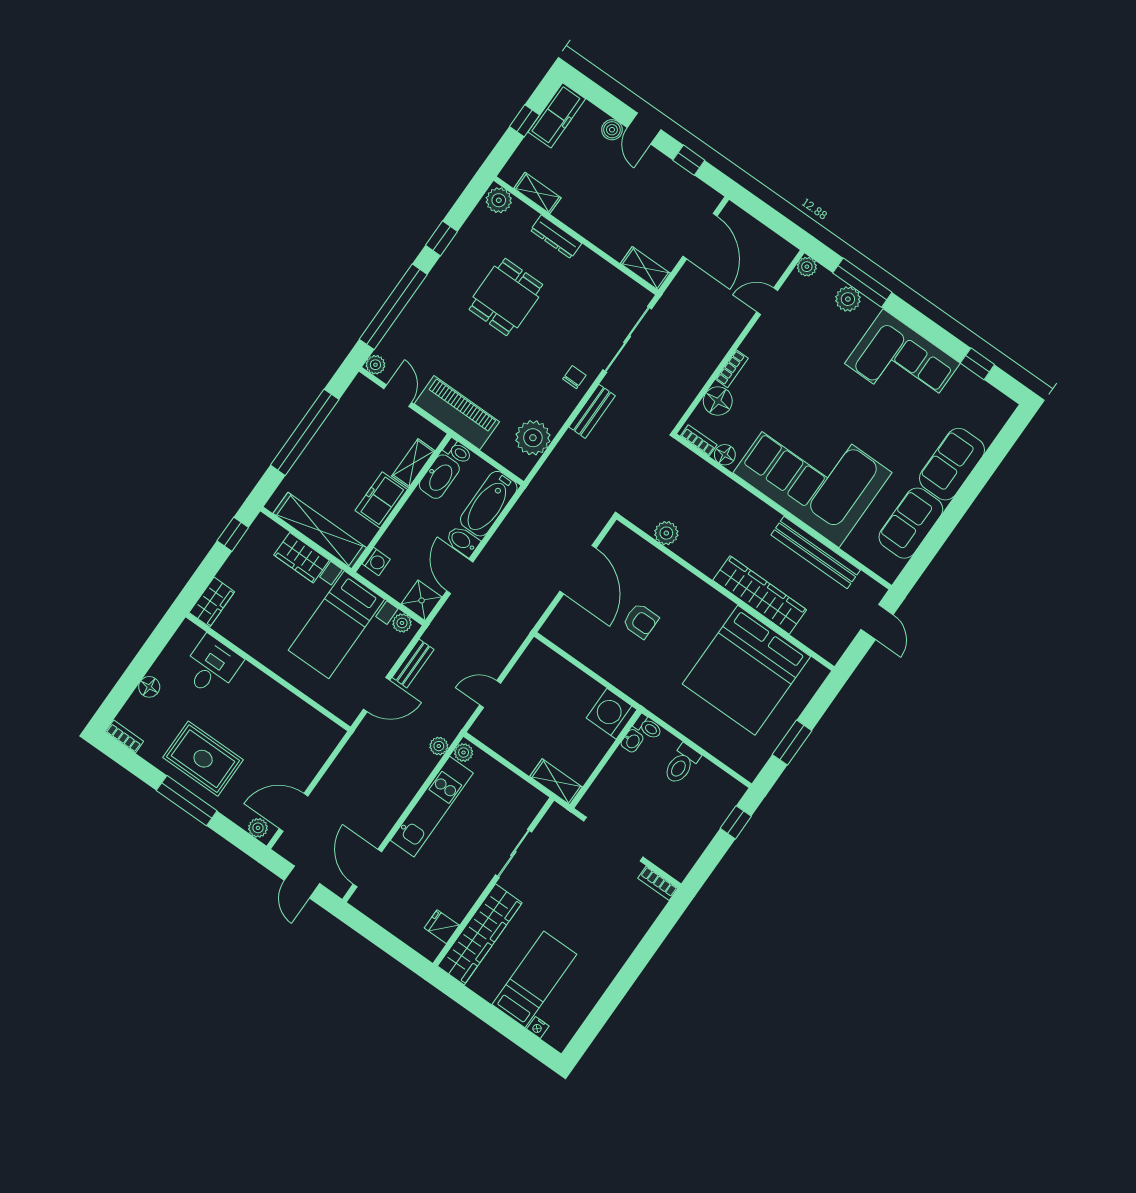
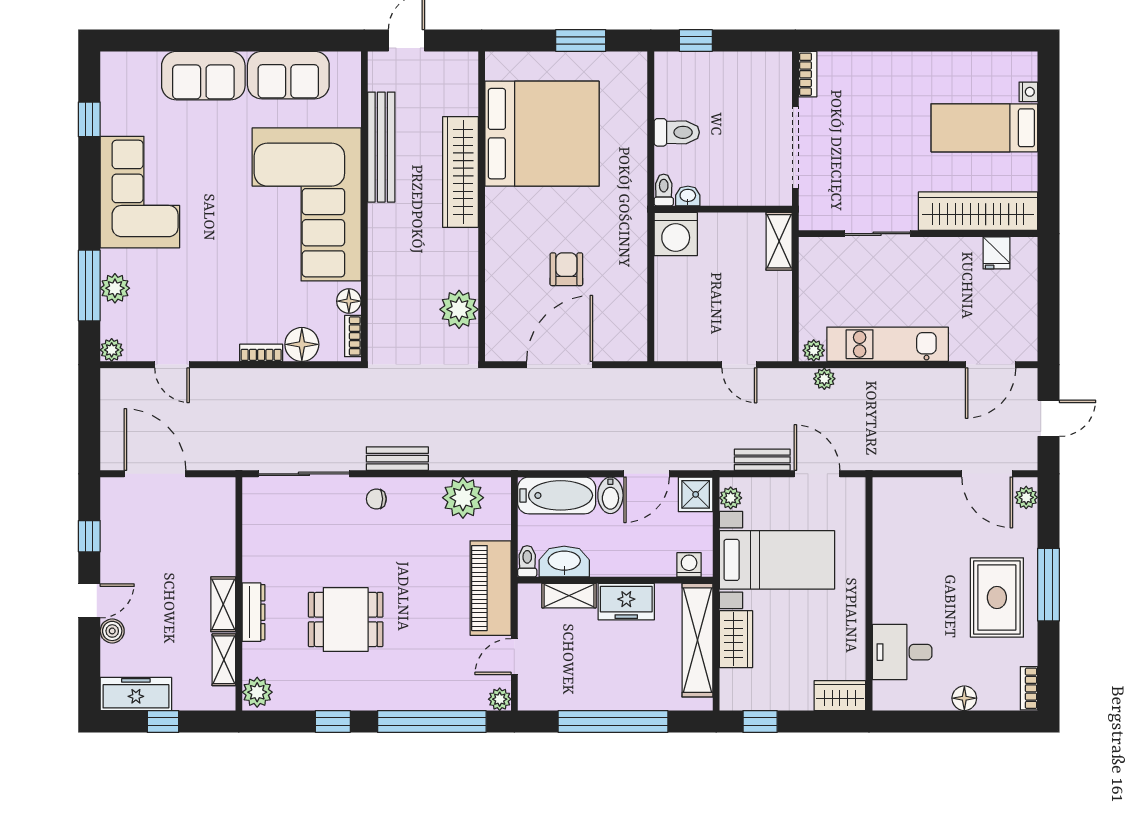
door: (700, 236) -> (155, 474), hinge flipped
shelving: (645, 268) -> (223, 604), moved
plant: (666, 533) -> (459, 309), width x1.36, depth x1.36

